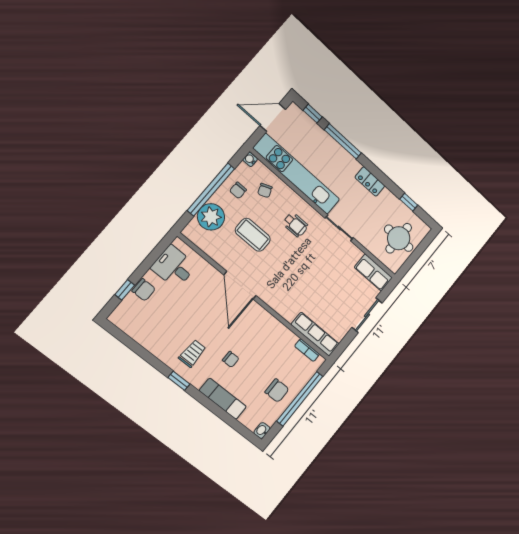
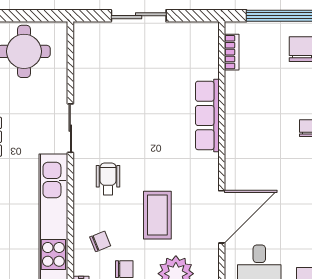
row of seats: (373, 273) -> (86, 48), removed
door: (240, 285) -> (222, 217), moved
row of seats: (315, 334) -> (207, 115), moved

